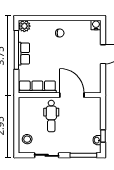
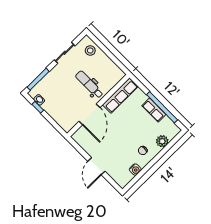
water cooler: (96, 25) -> (135, 170), moved
plant: (24, 26) -> (162, 141), moved
door: (72, 95) -> (89, 114), hinge flipped

